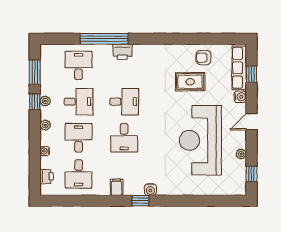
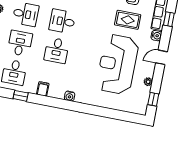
rug: (190, 82) -> (128, 20), moved
desk: (124, 102) -> (62, 21), turned 180
window: (140, 201) -> (21, 96), moved

